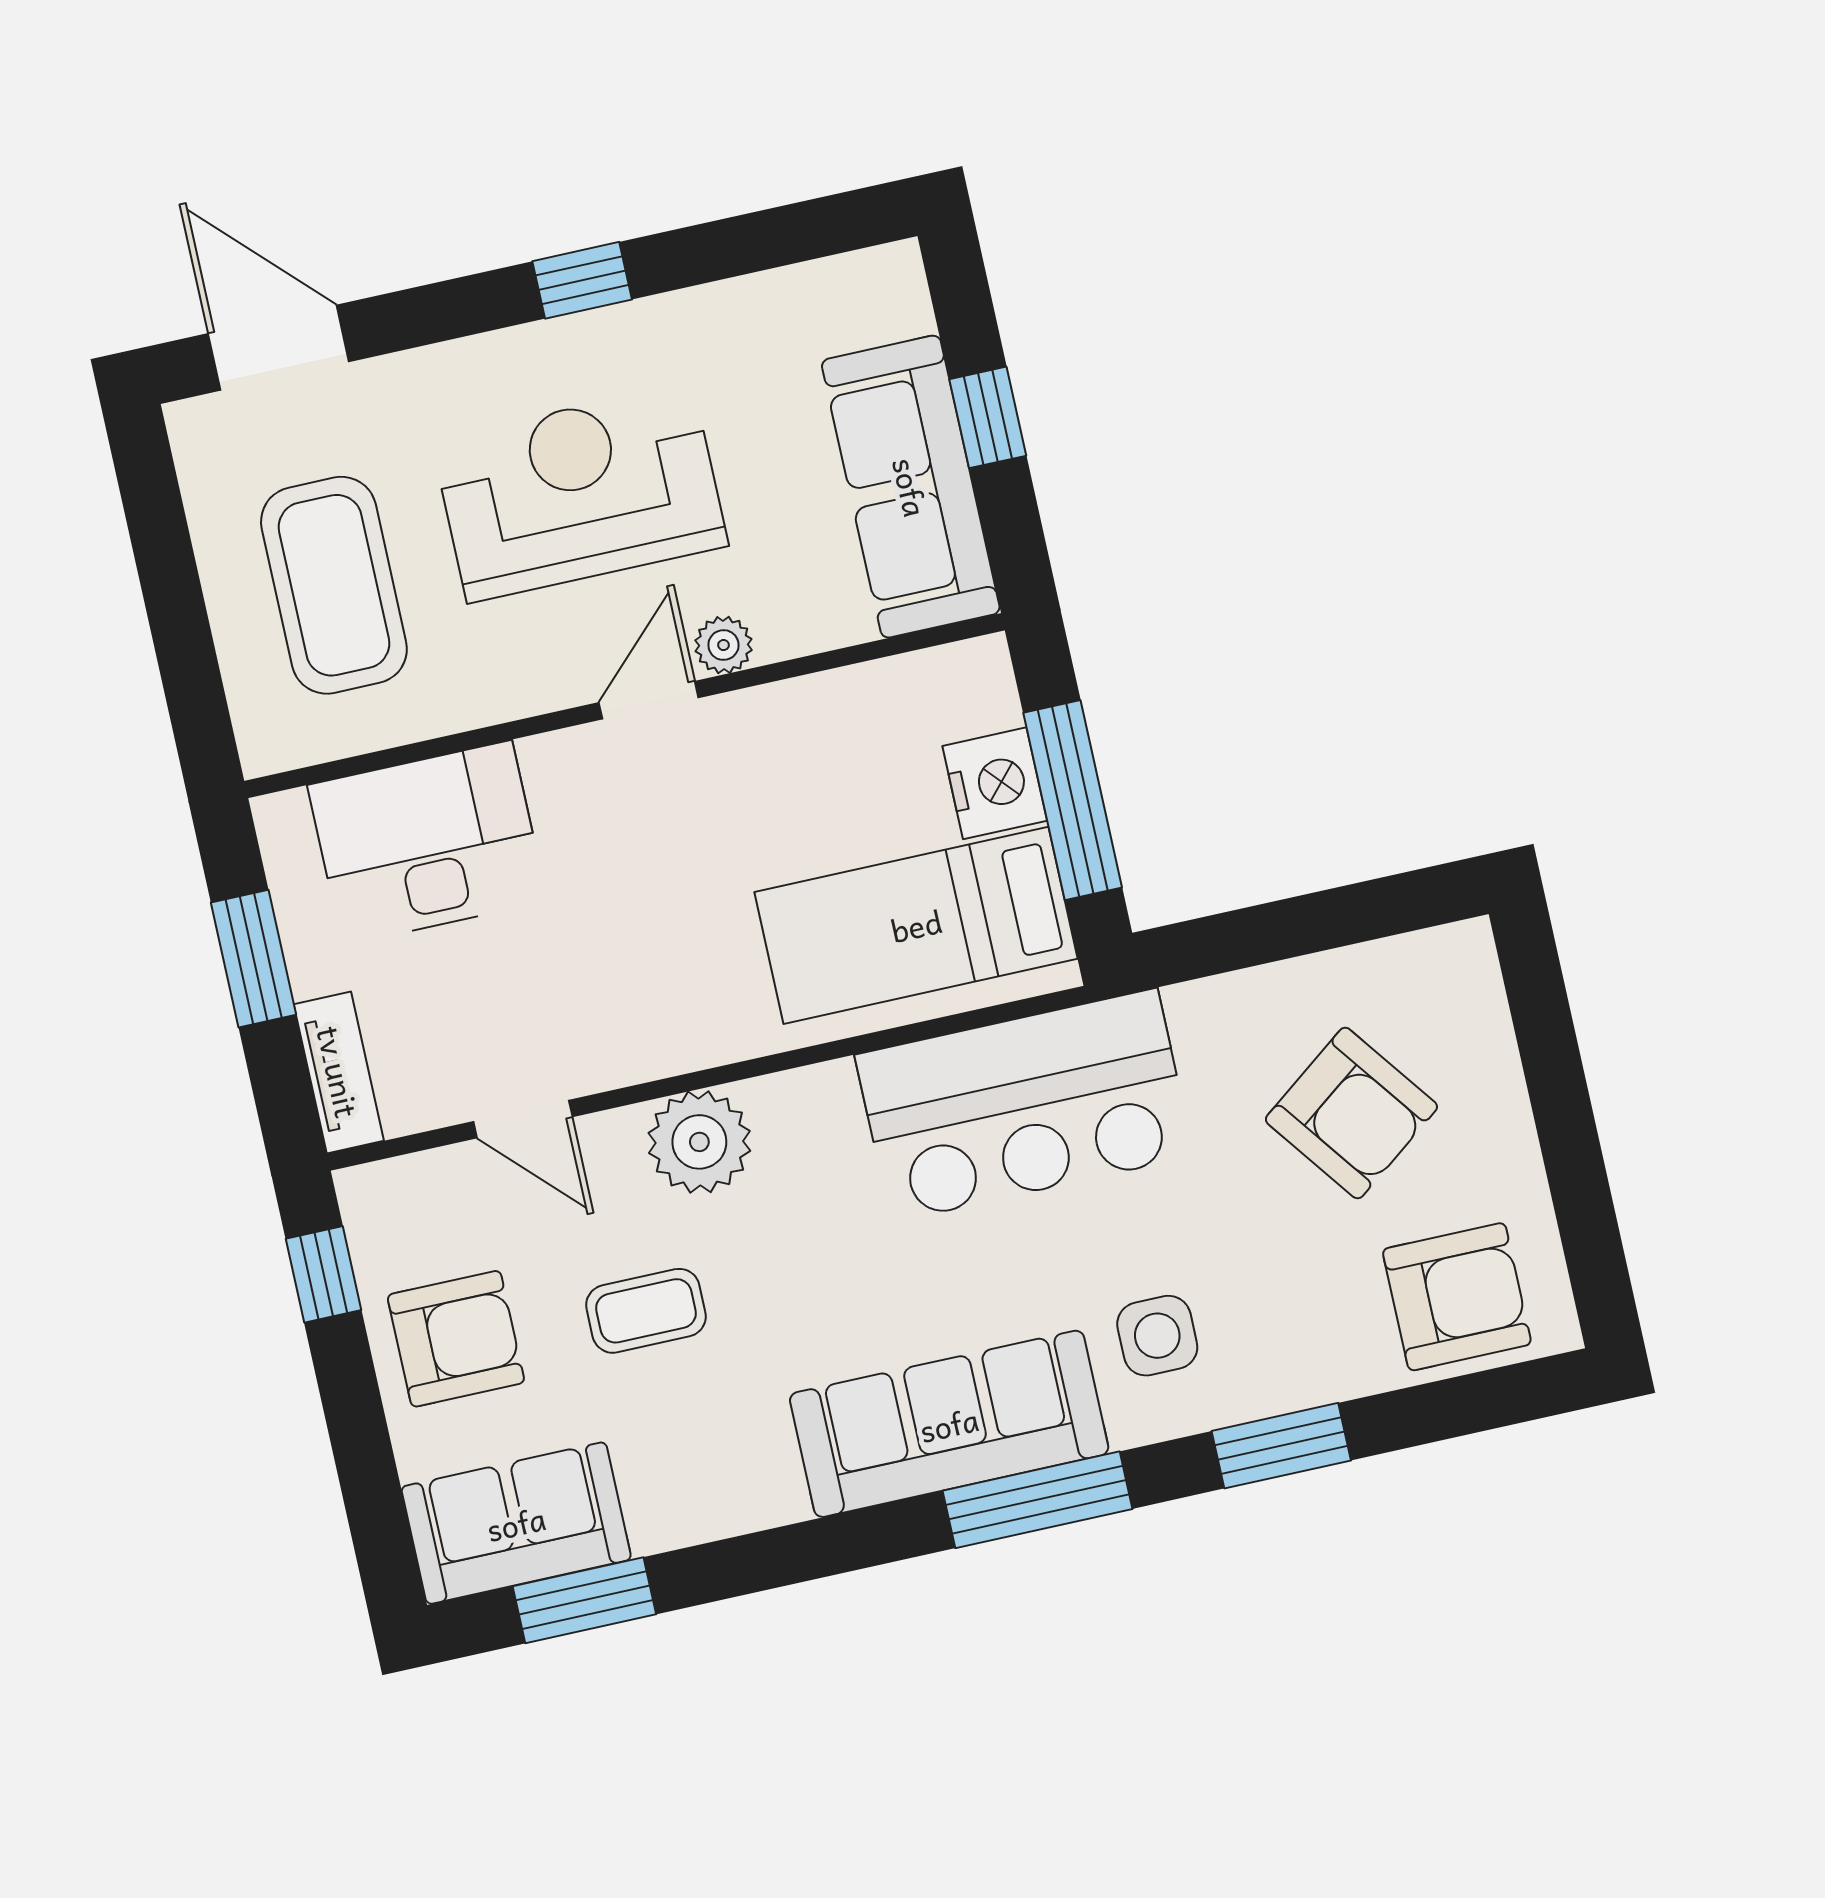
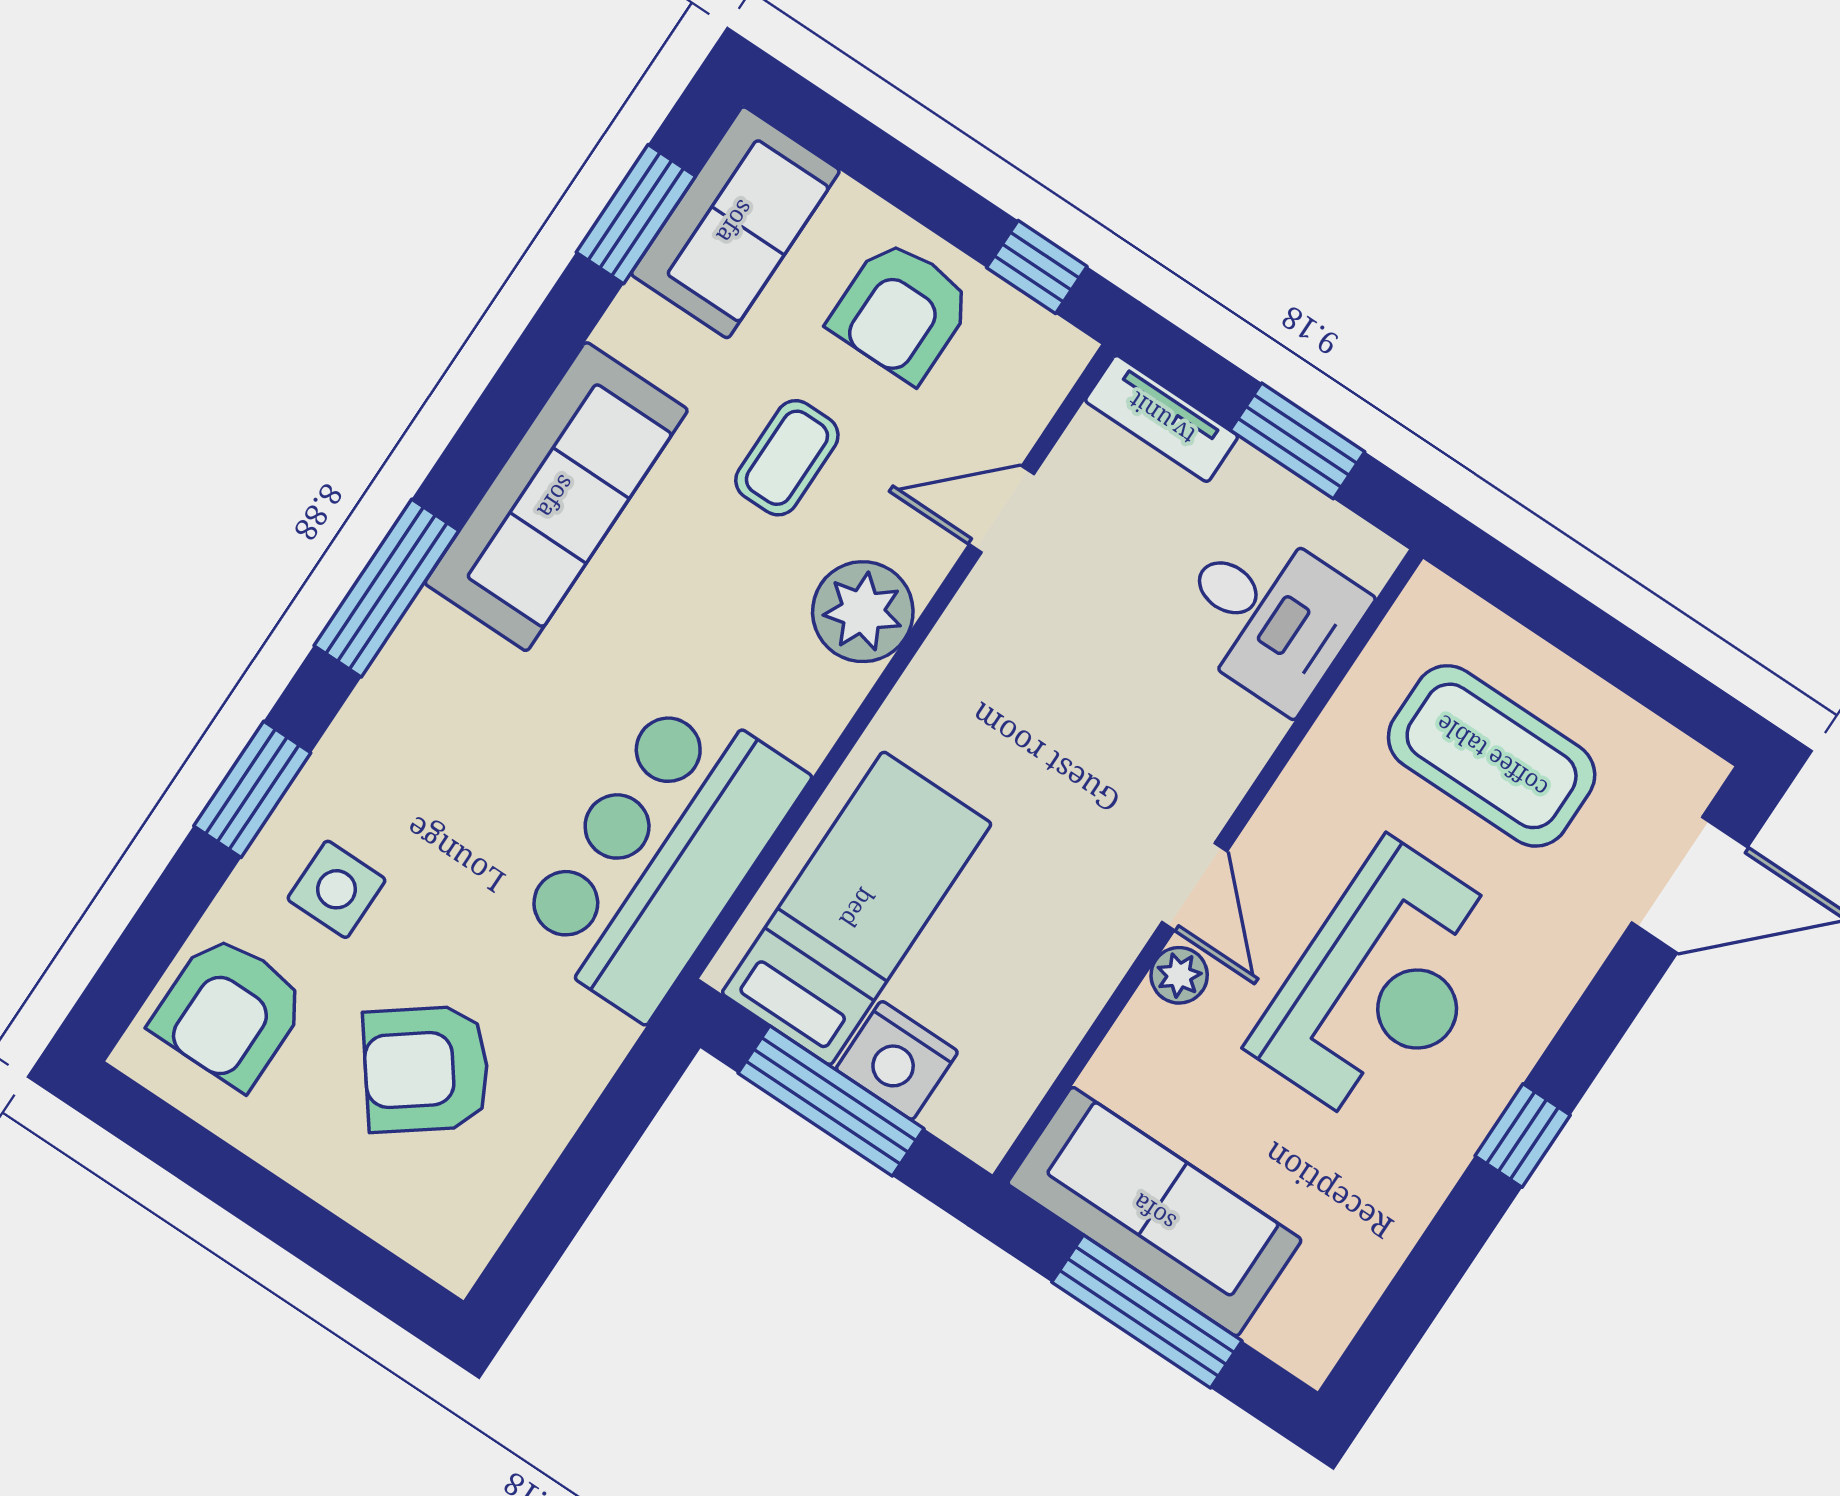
window: (988, 417) -> (1147, 1312), width x2.17
desk: (427, 843) -> (1269, 615), width x0.73
side table: (1157, 1336) -> (337, 889), moved
sofa: (949, 1424) -> (556, 497), moved

